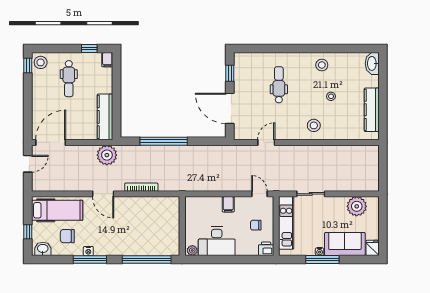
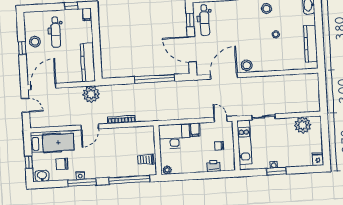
stool: (41, 62) -> (35, 42), moved
window: (28, 65) -> (22, 48), moved
dental chair: (279, 85) -> (205, 20), moved, turned 180
stool: (314, 125) -> (247, 65), moved
window: (164, 141) -> (154, 79), moved
door: (266, 142) -> (224, 76), width x1.88
door: (28, 164) -> (25, 105), hinge flipped
door: (103, 194) -> (90, 127), hinge flipped
trolley: (168, 237) -> (146, 160), added
desk: (217, 241) -> (174, 136), moved, turned 180
sofa: (345, 244) -> (295, 157), removed
printer: (266, 249) -> (214, 166), moved
window: (322, 259) -> (276, 171), width x0.69

